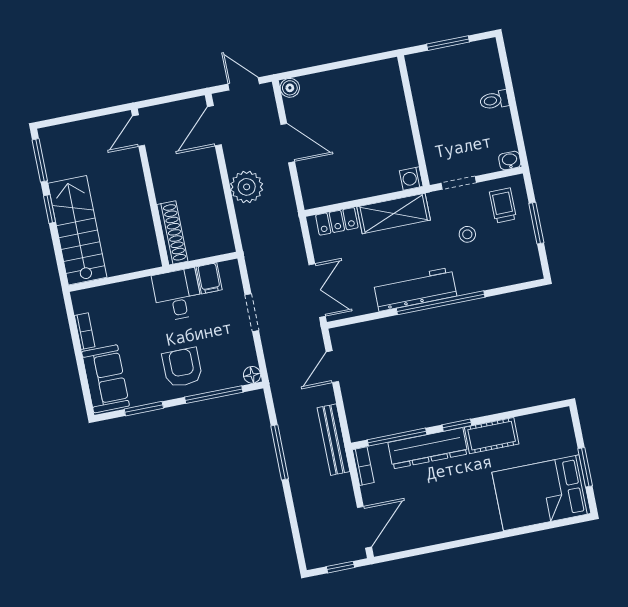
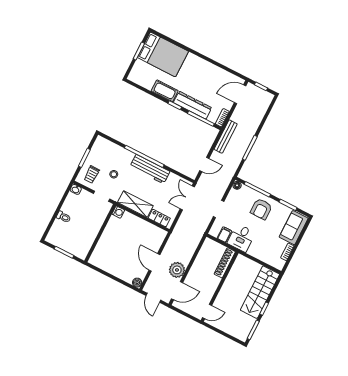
plant: (247, 187) -> (177, 270), moved

